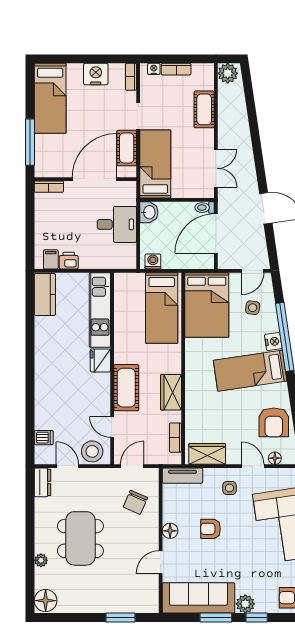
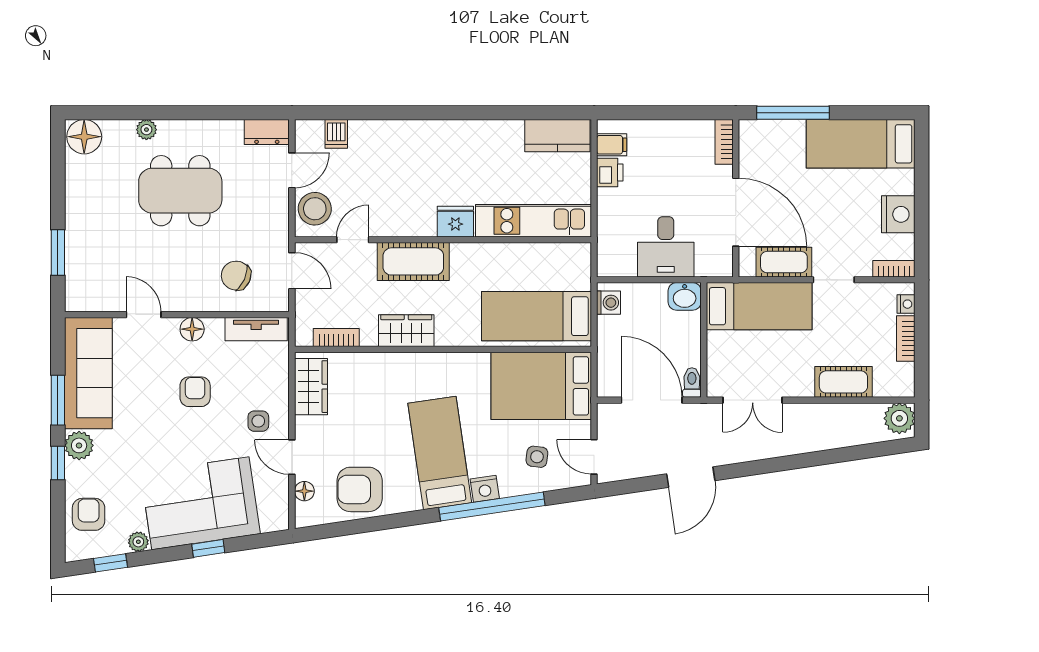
door: (253, 466) -> (292, 457), swing flipped
tv unit: (182, 476) -> (256, 329), moved, turned -90

